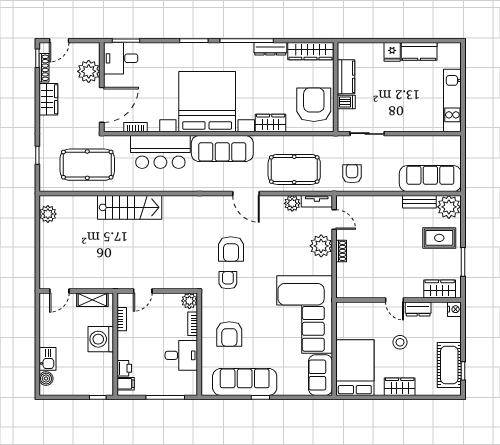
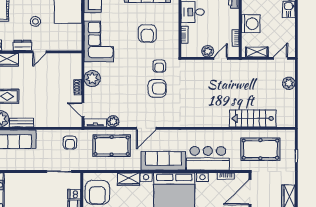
door: (246, 194) -> (146, 128), swing flipped
stairs: (130, 207) -> (253, 118), moved
plant: (48, 214) -> (289, 83), moved
plant: (321, 246) -> (92, 78), moved
armchair: (231, 249) -> (157, 88), turned 90
door: (395, 300) -> (39, 52), swing flipped
plant: (189, 301) -> (208, 51), moved
corner sofa: (305, 314) -> (99, 41), width x0.73, depth x0.74
armchair: (229, 334) -> (147, 34), moved, turned 180

